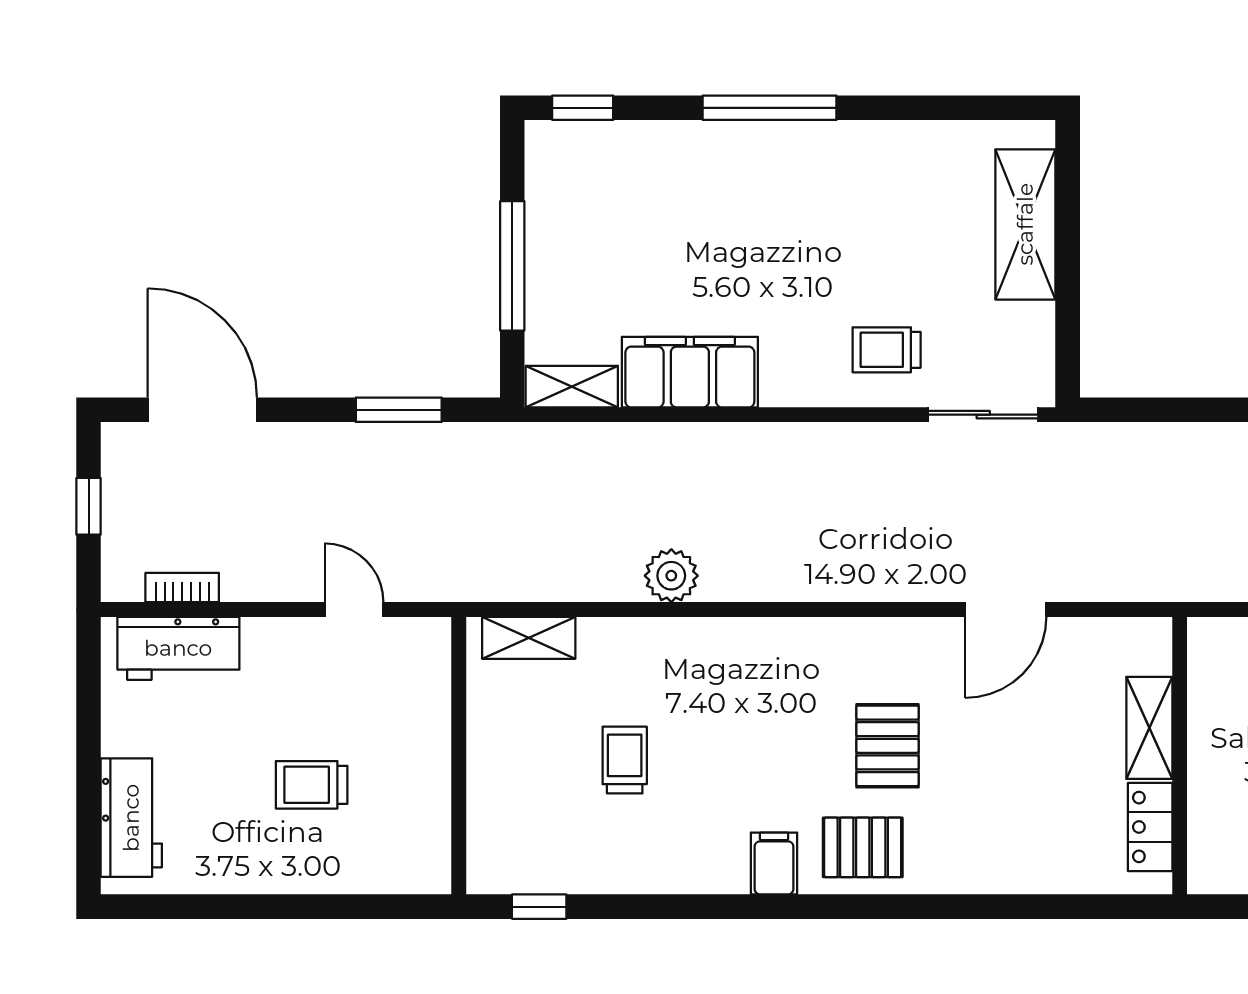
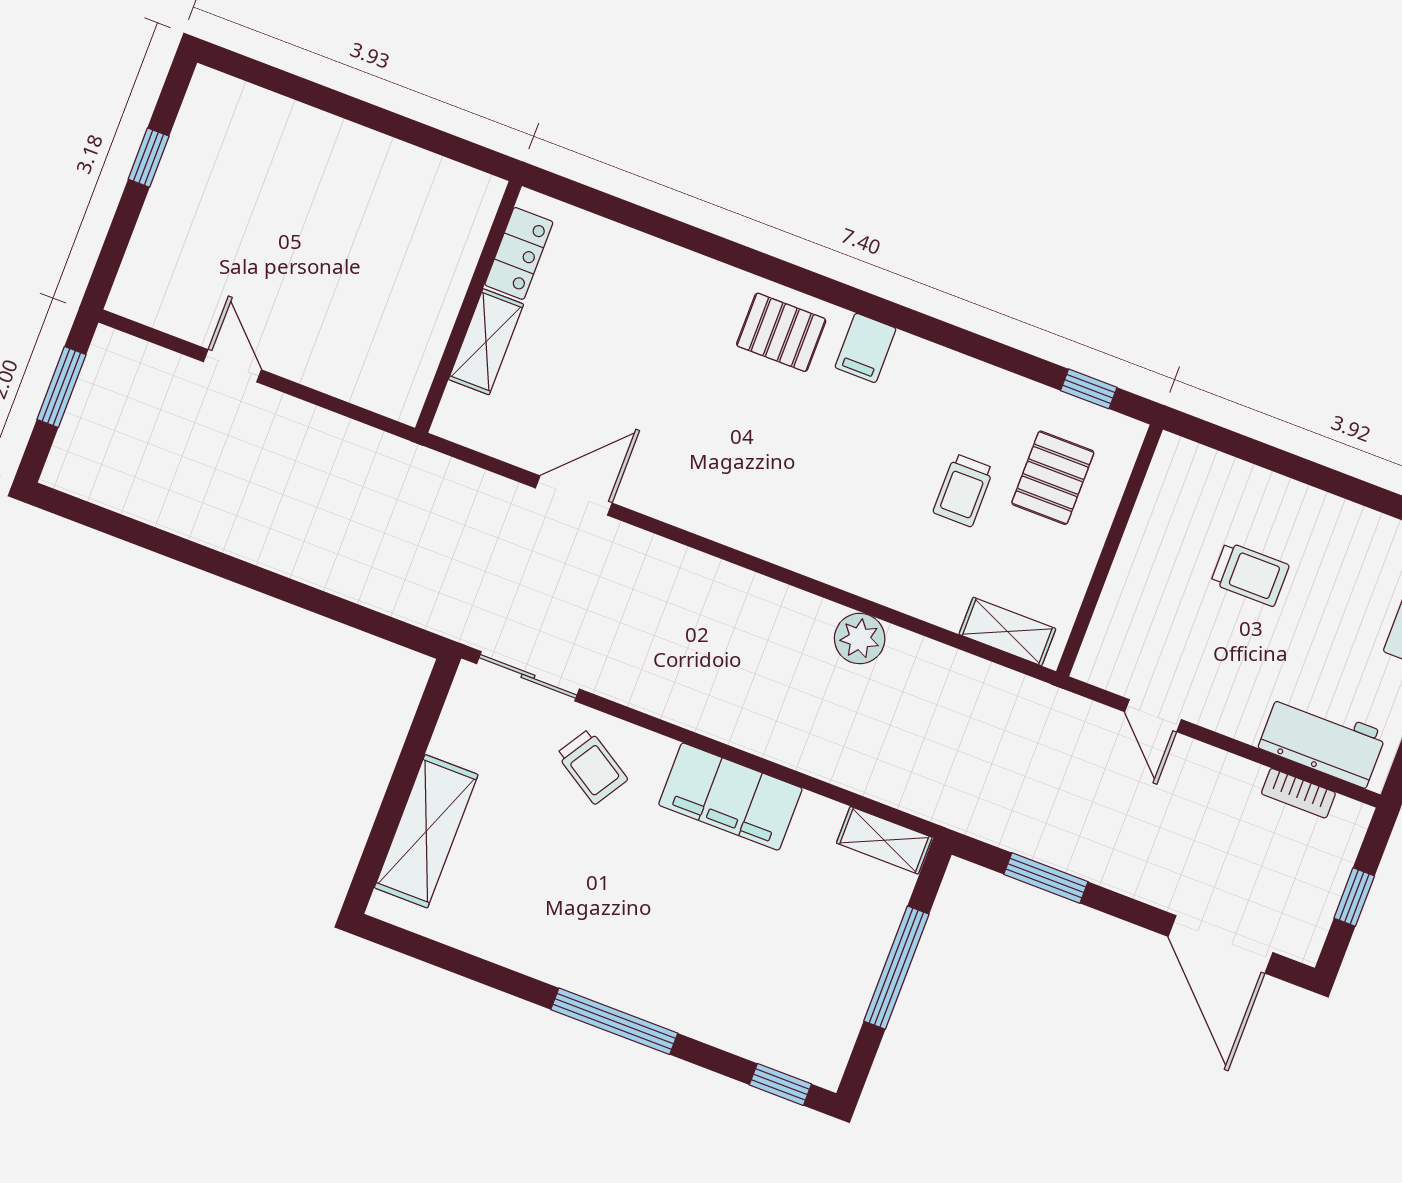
trolley: (887, 350) -> (592, 767), turned 32
filing cabinet: (690, 372) -> (730, 797), moved
pallet: (887, 746) -> (1053, 478), moved

